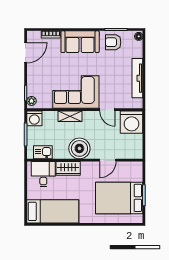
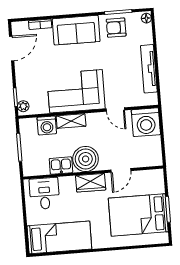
washing machine: (34, 118) -> (47, 125), moved
kitchen sink: (43, 152) -> (61, 166), moved
wardrobe: (68, 168) -> (91, 183), moved

